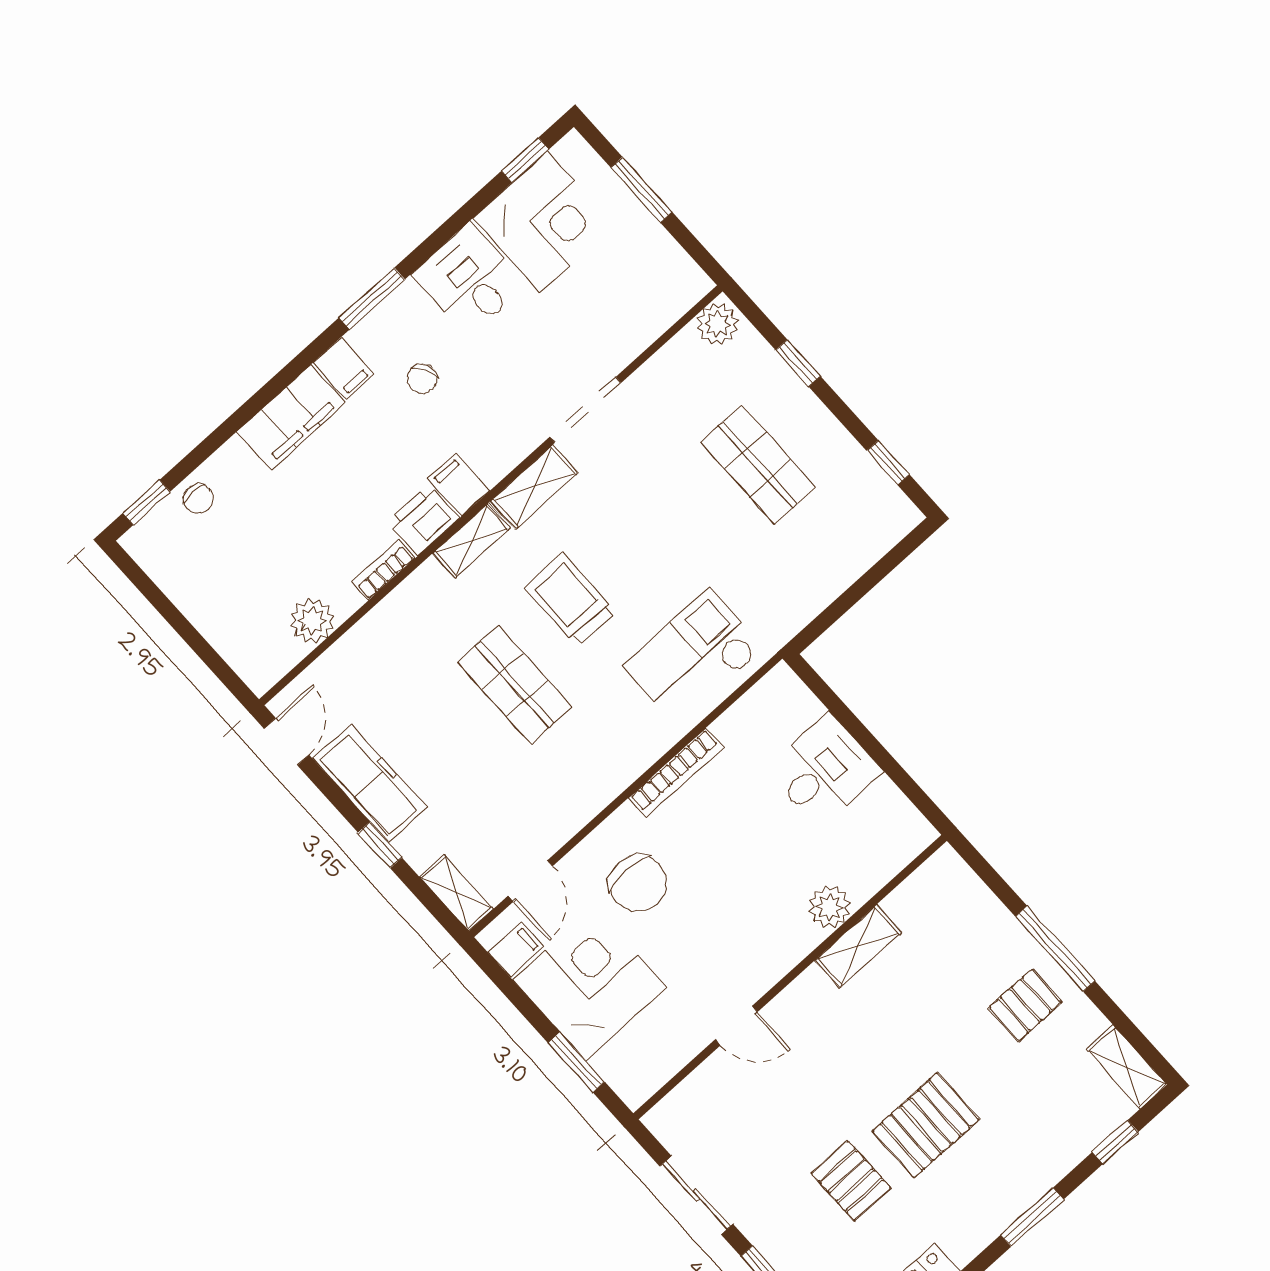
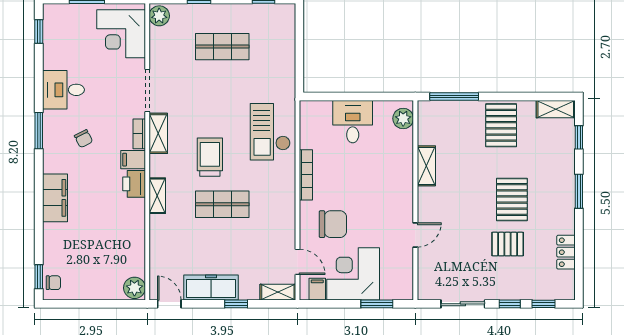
corner desk: (544, 222) -> (121, 34), moved, turned 180
filing cabinet: (344, 368) -> (55, 163), removed
chair: (198, 499) -> (53, 283), moved
shelving: (472, 540) -> (157, 196), moved
bookcase: (383, 570) -> (139, 134), moved
trolley: (570, 600) -> (210, 157), turned 90
plant: (312, 621) -> (134, 288), moved
plant: (830, 907) -> (403, 118), moved
window: (1055, 949) -> (454, 97), moved
pallet: (1025, 1005) -> (501, 125), width x1.50, depth x1.42

